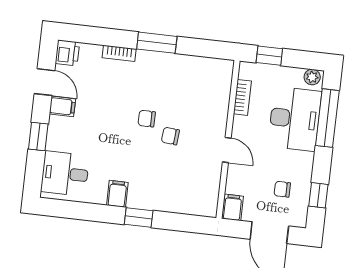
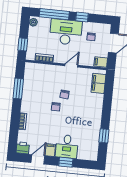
window: (157, 43) -> (18, 89), moved
desk: (295, 119) -> (66, 32), moved
desk: (65, 174) -> (67, 146), moved
filing cabinet: (117, 194) -> (98, 83), moved, width x2.00
window: (318, 195) -> (82, 17), moved
window: (139, 217) -> (104, 136), moved

